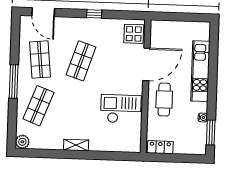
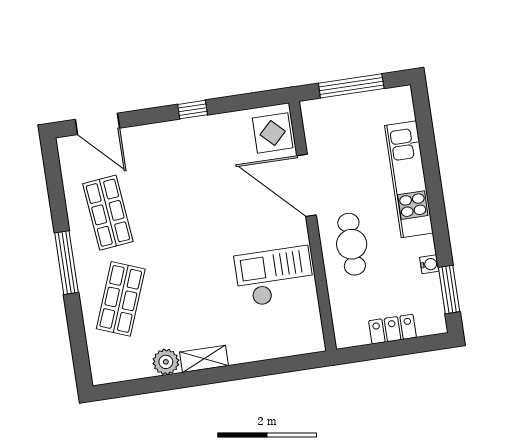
window: (179, 17) -> (351, 86), added
shop shelf: (81, 61) -> (184, 201), removed
door: (146, 64) -> (306, 185), swing flipped
plant: (22, 142) -> (166, 362), moved
locker: (160, 147) -> (393, 329), moved

